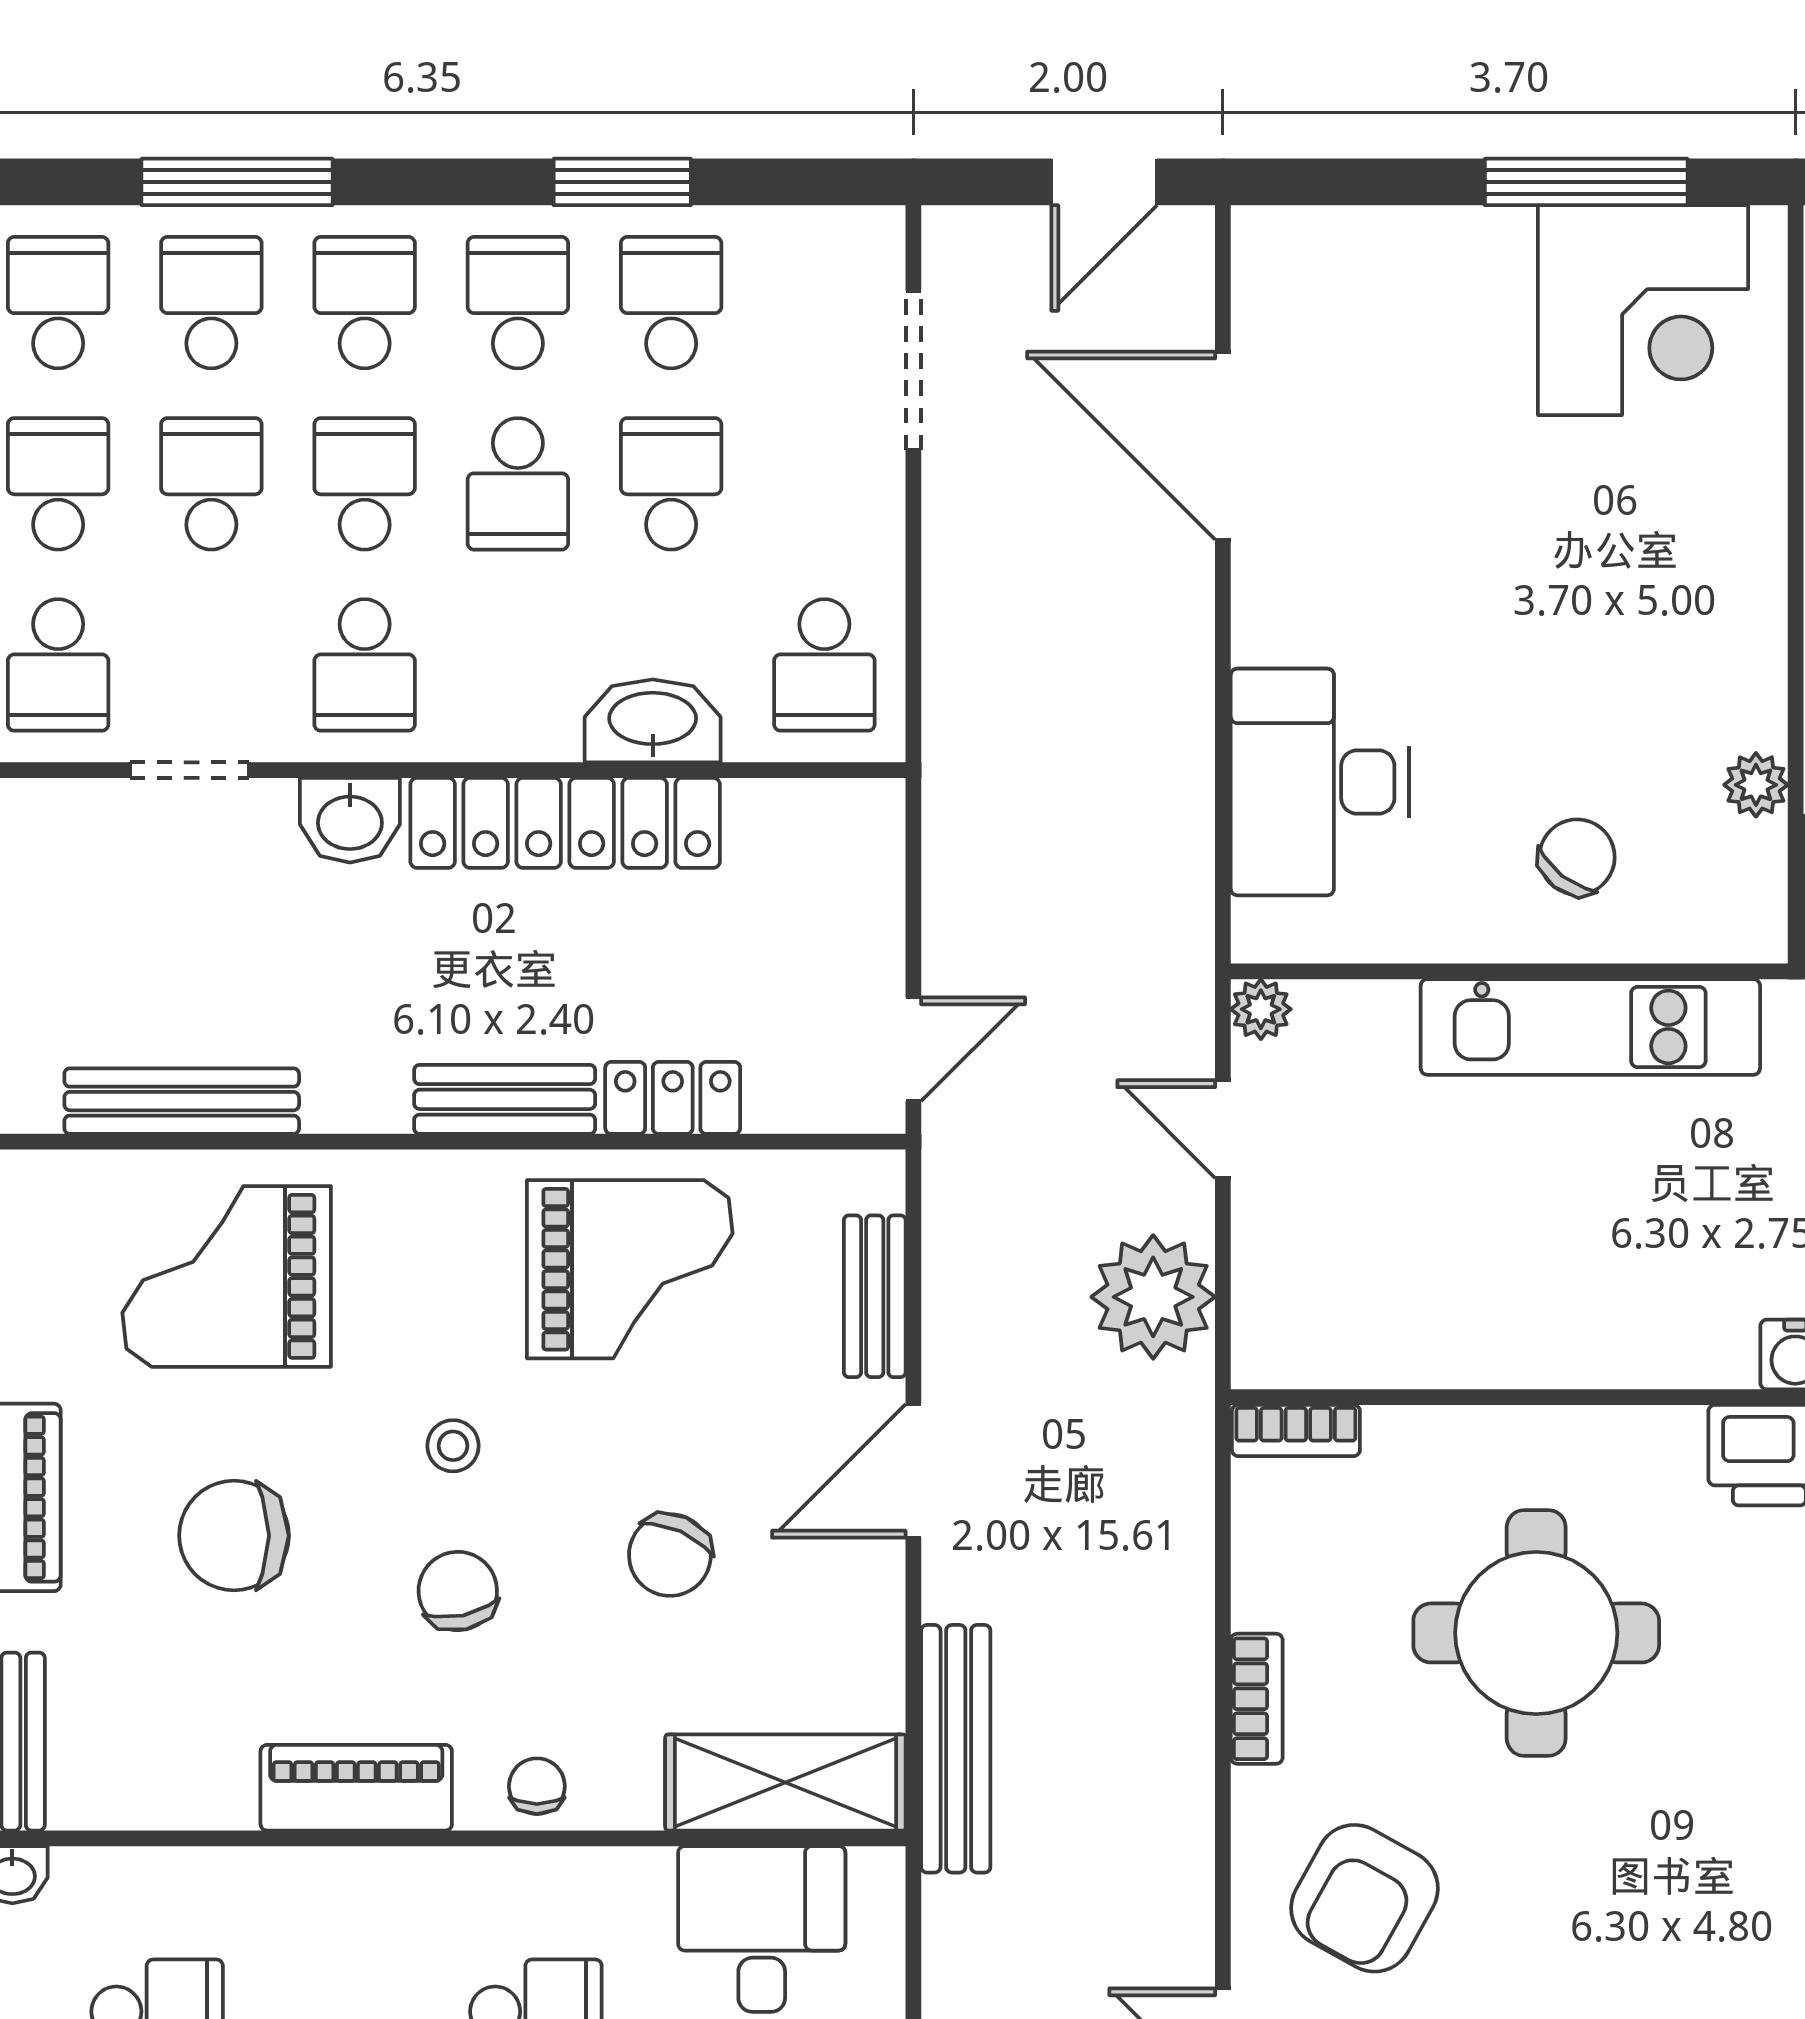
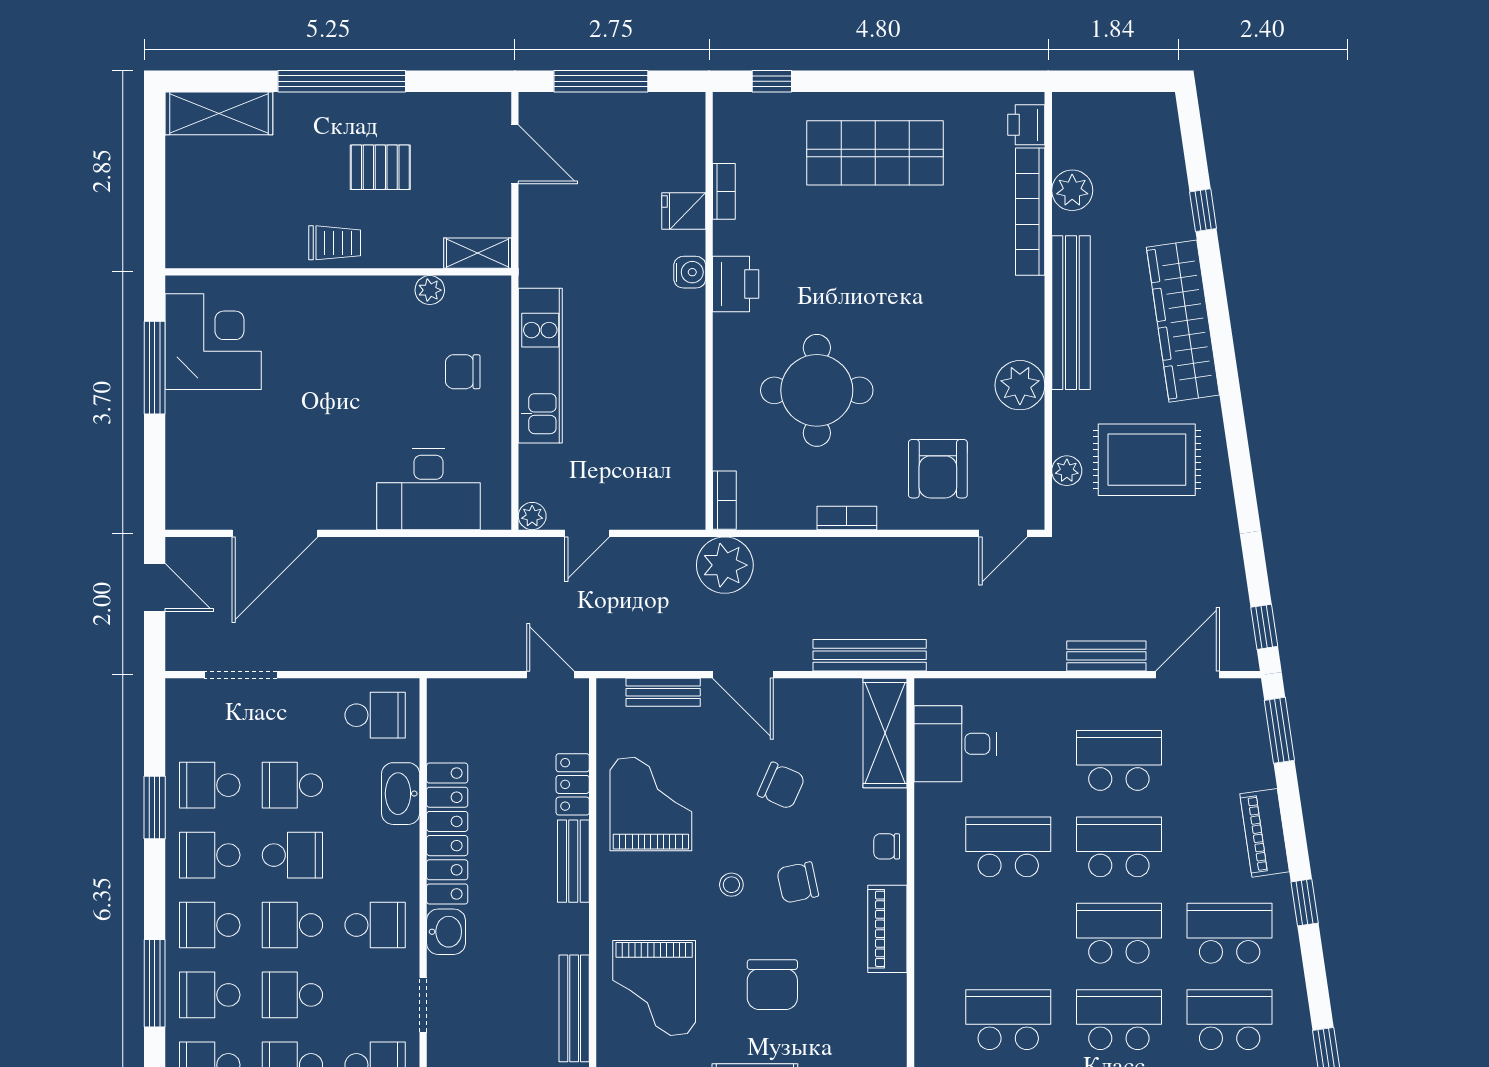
chair: (1577, 857) -> (463, 372), turned -38
plant: (1153, 1297) -> (725, 565), moved
armchair: (1364, 1898) -> (938, 469), turned 61

